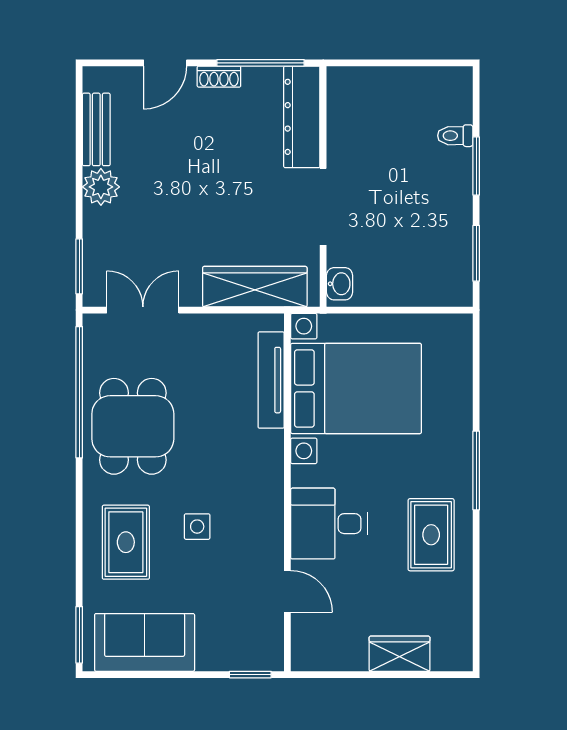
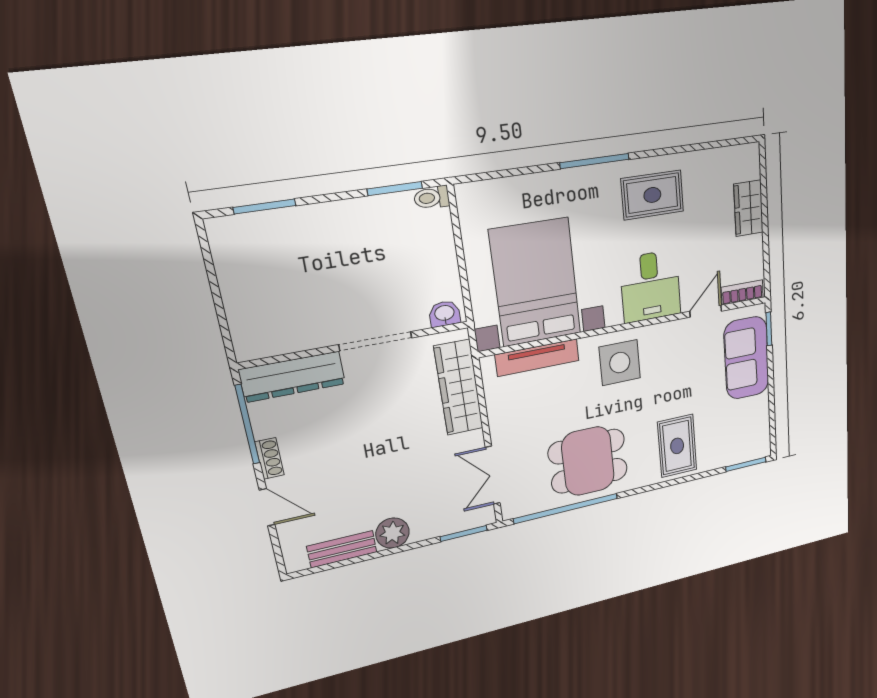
toilet: (455, 136) -> (432, 198), moved, turned 90
window: (476, 166) -> (265, 206), moved
side table: (197, 527) -> (620, 363), moved, width x1.87, depth x1.87
rug: (126, 542) -> (677, 446), turned 90
bookcase: (302, 641) -> (742, 292), added
sofa: (145, 642) -> (747, 358), moved

